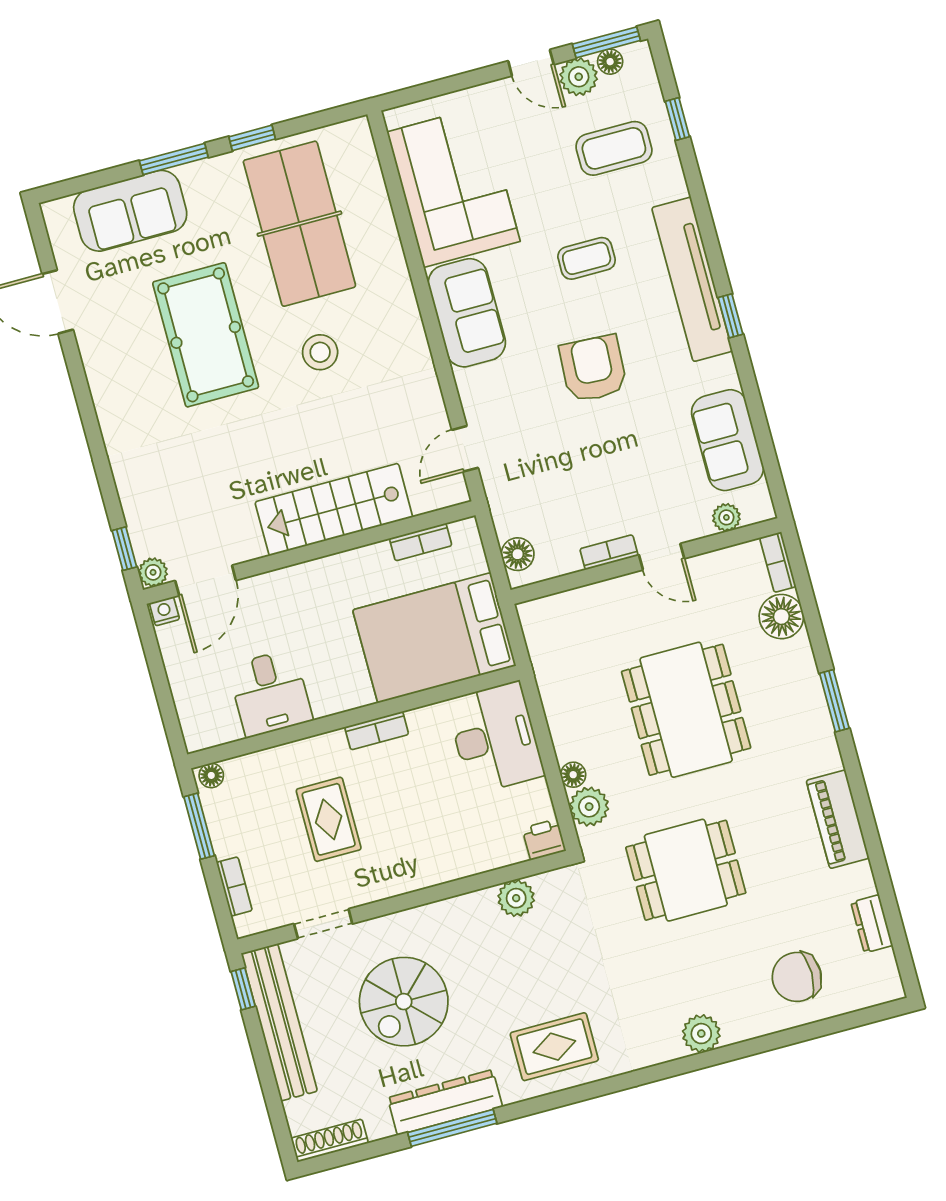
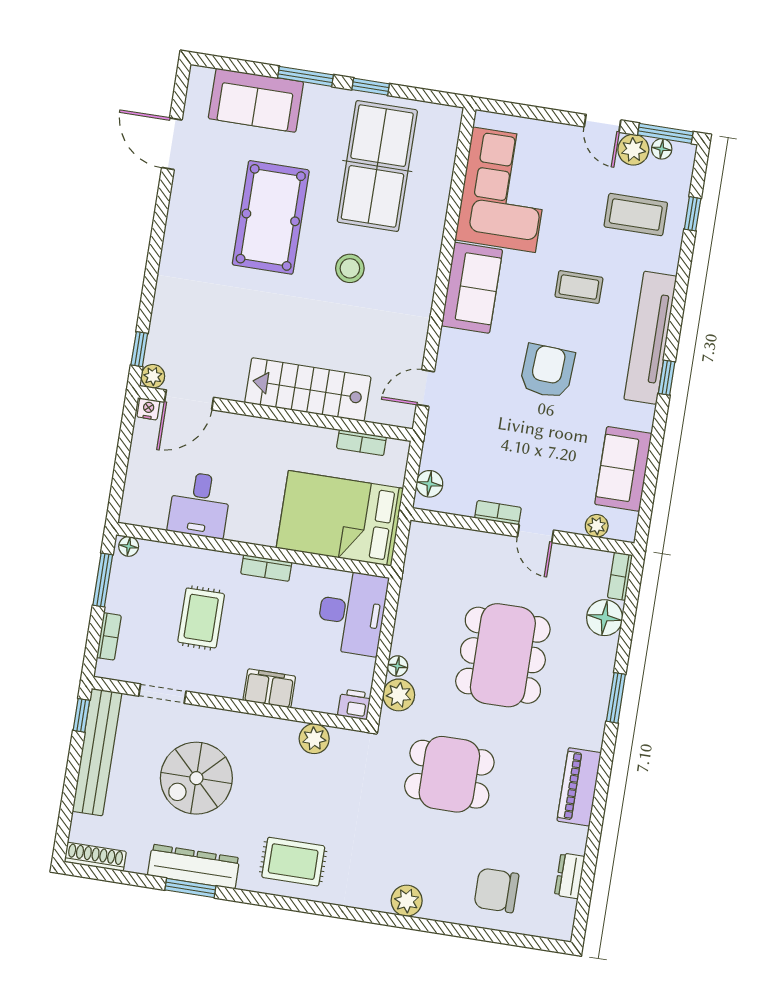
filing cabinet: (440, 864) -> (269, 688), added
window: (452, 1128) -> (190, 888), width x0.69

